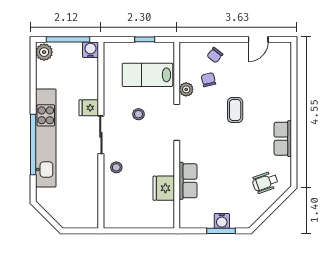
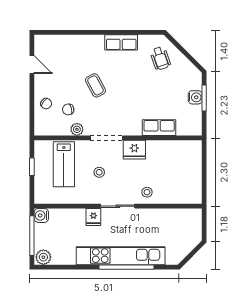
coffee table: (235, 110) -> (95, 85), turned 62
fridge: (164, 188) -> (134, 150), moved

